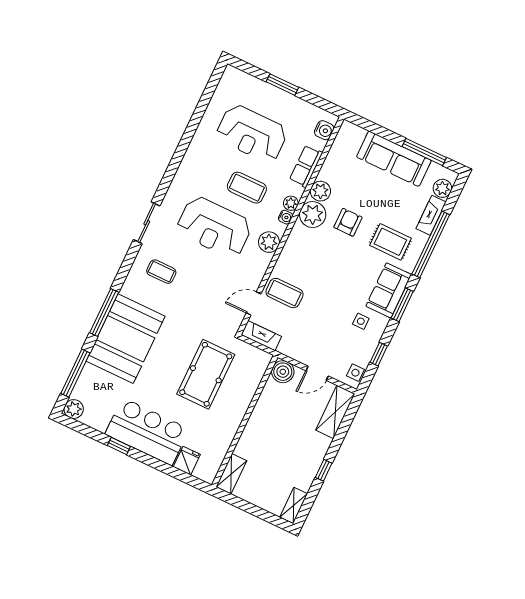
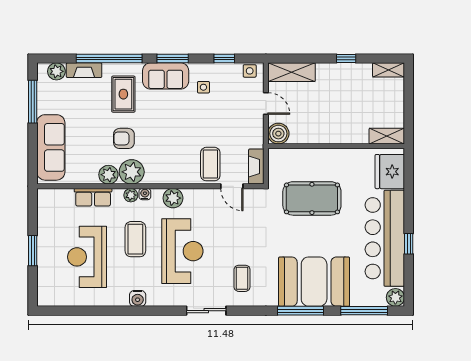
water cooler: (324, 130) -> (138, 298), moved, turned 180
reception desk: (252, 134) -> (87, 257), turned 180
sofa: (394, 159) -> (51, 147), moved
bar counter: (147, 432) -> (385, 238), width x1.36
fridge: (187, 461) -> (390, 172), width x1.88, depth x1.34

